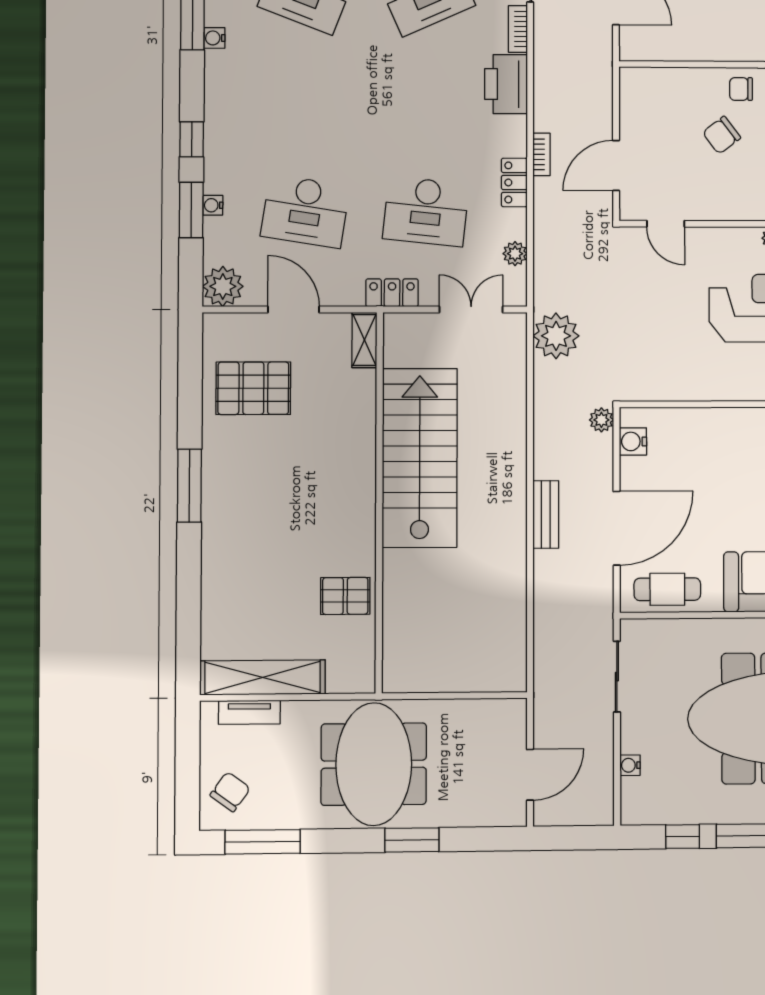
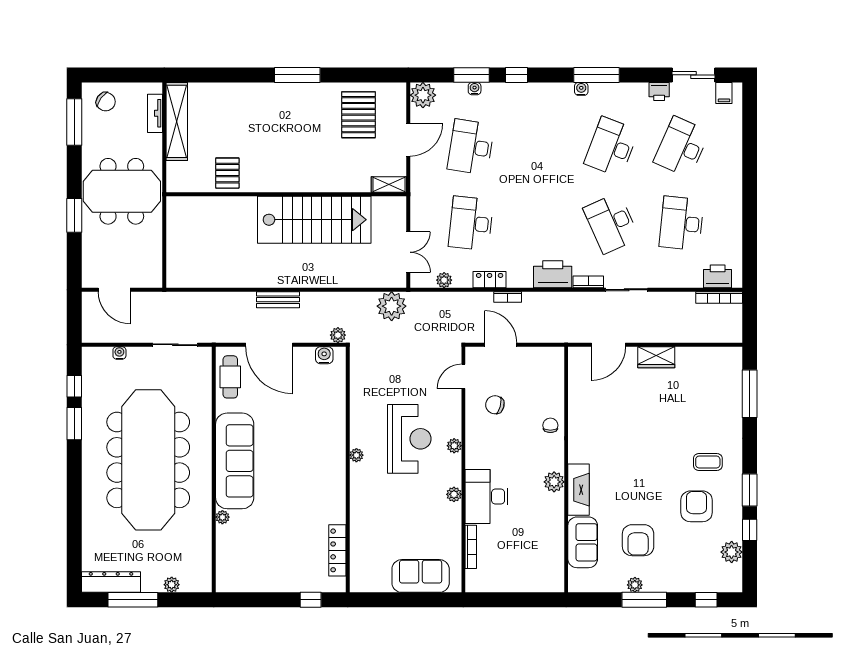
chair: (722, 135) -> (495, 405), moved, turned -38
locker: (392, 293) -> (419, 202), removed

